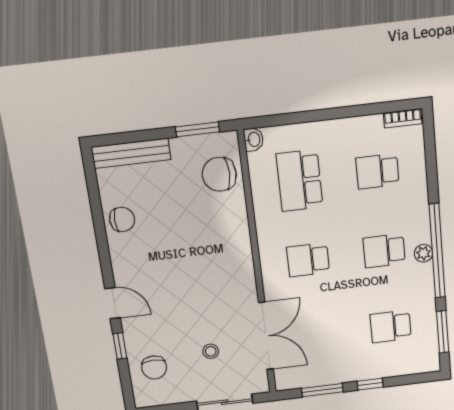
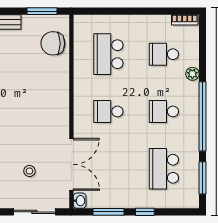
washbasin: (254, 139) -> (80, 201), moved
plant: (423, 253) -> (192, 74), moved
school desk: (391, 326) -> (164, 169), width x1.85

